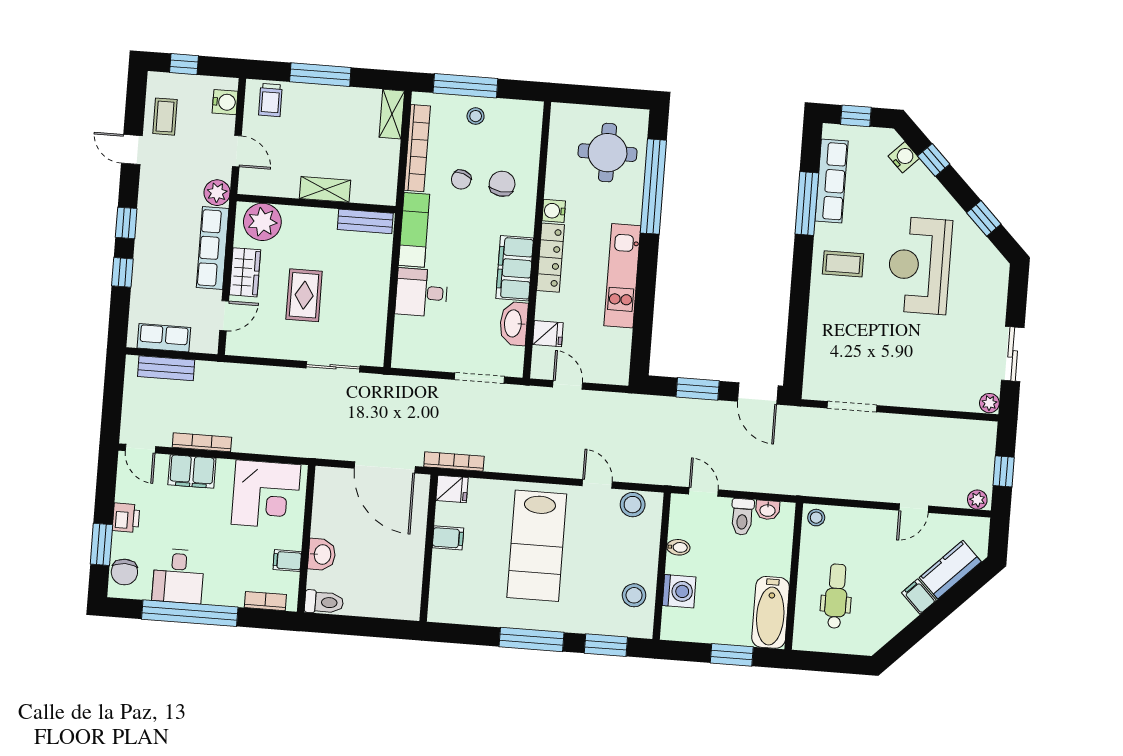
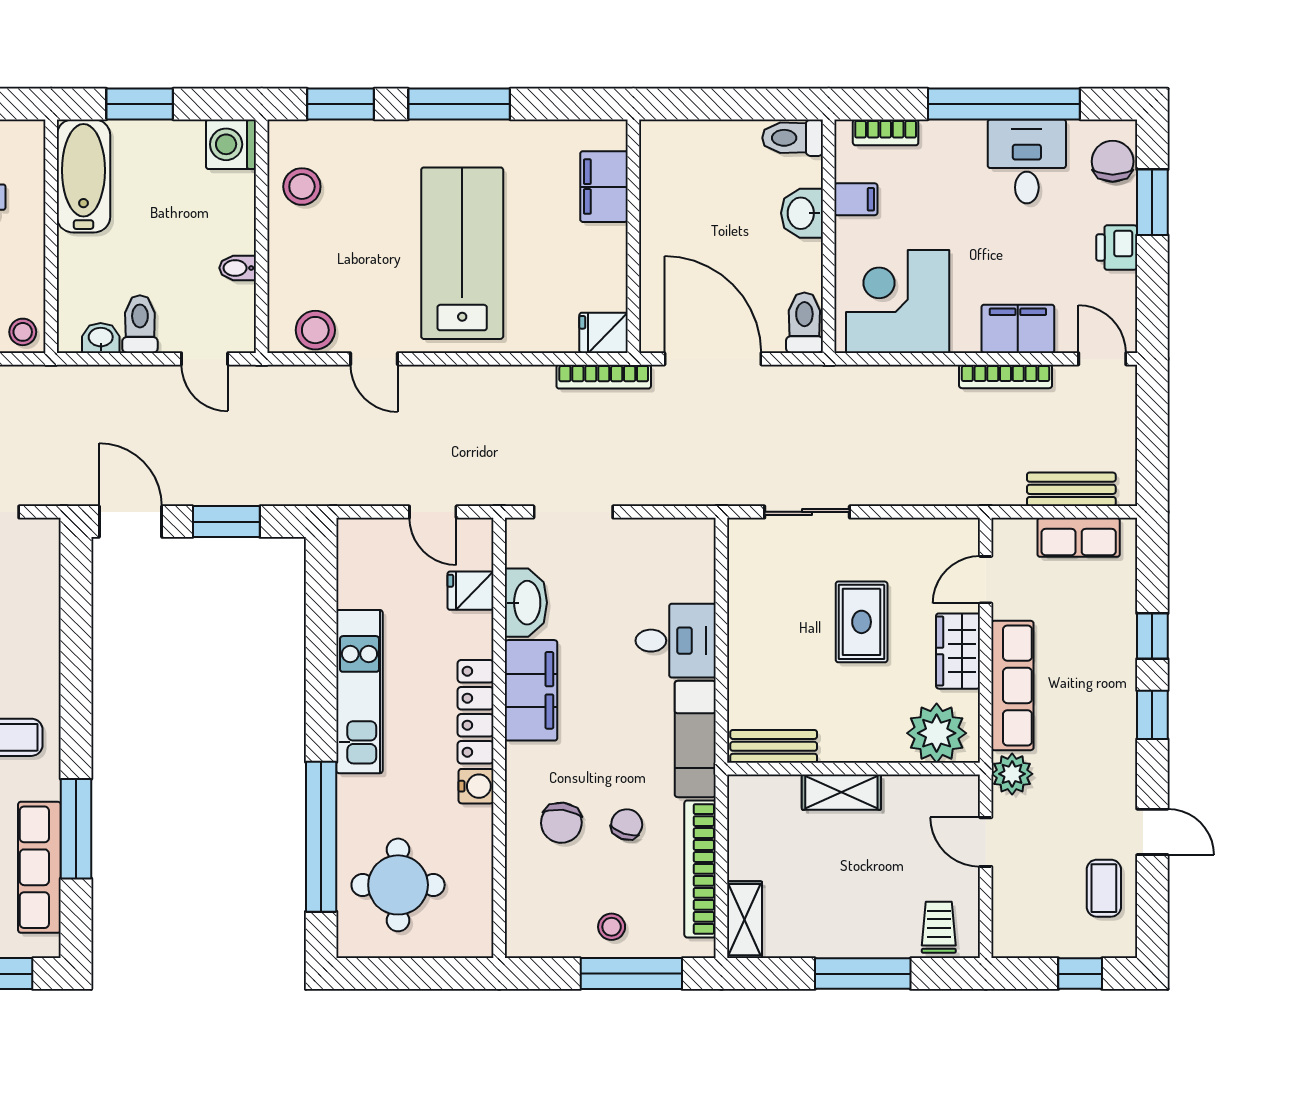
water cooler: (225, 102) -> (1010, 918), removed
toilet: (325, 486) -> (804, 323), added
filing cabinet: (448, 538) -> (604, 187), moved, width x2.00
washing machine: (679, 591) -> (231, 144), moved

